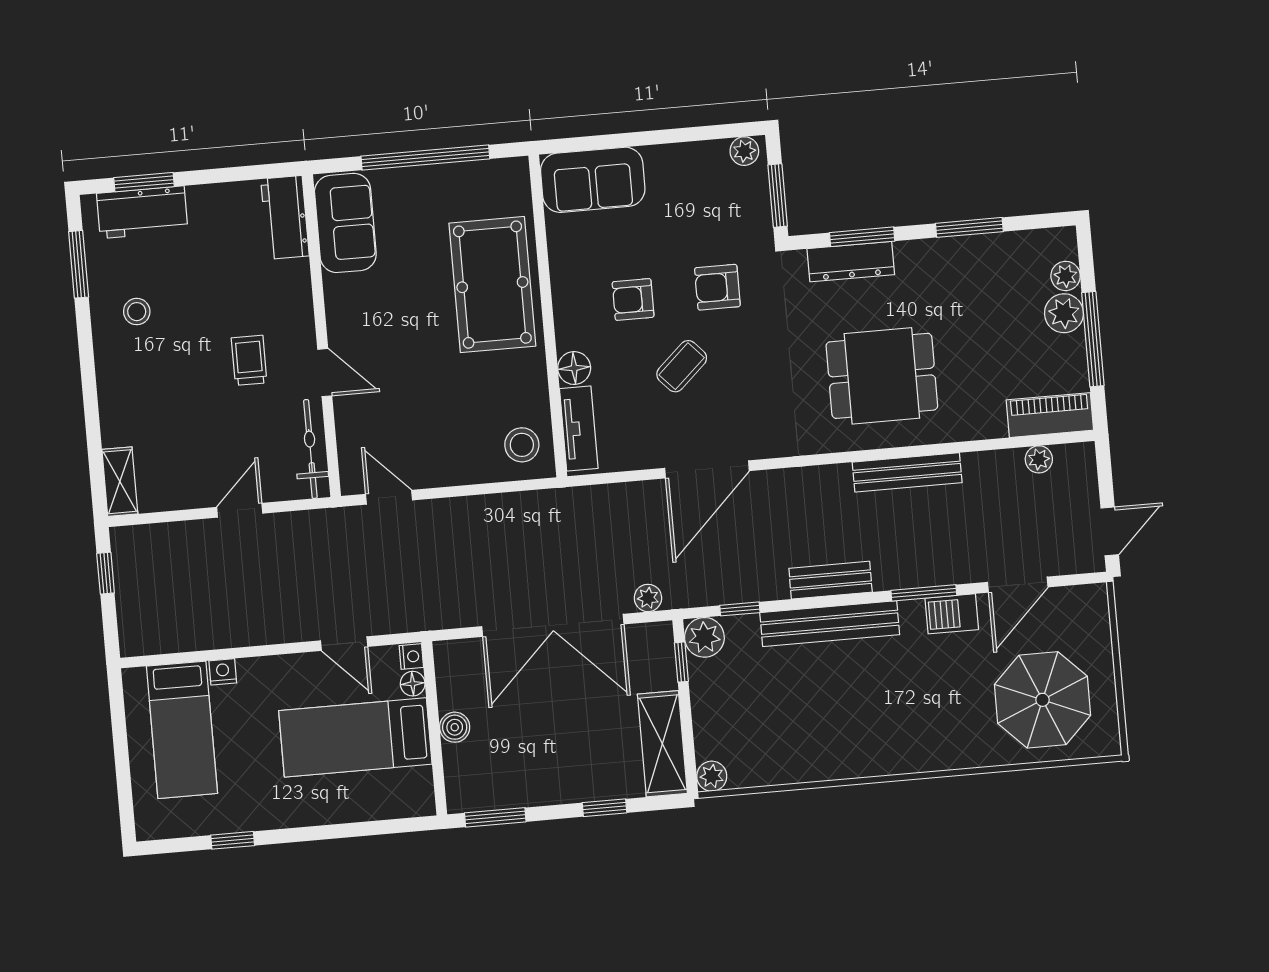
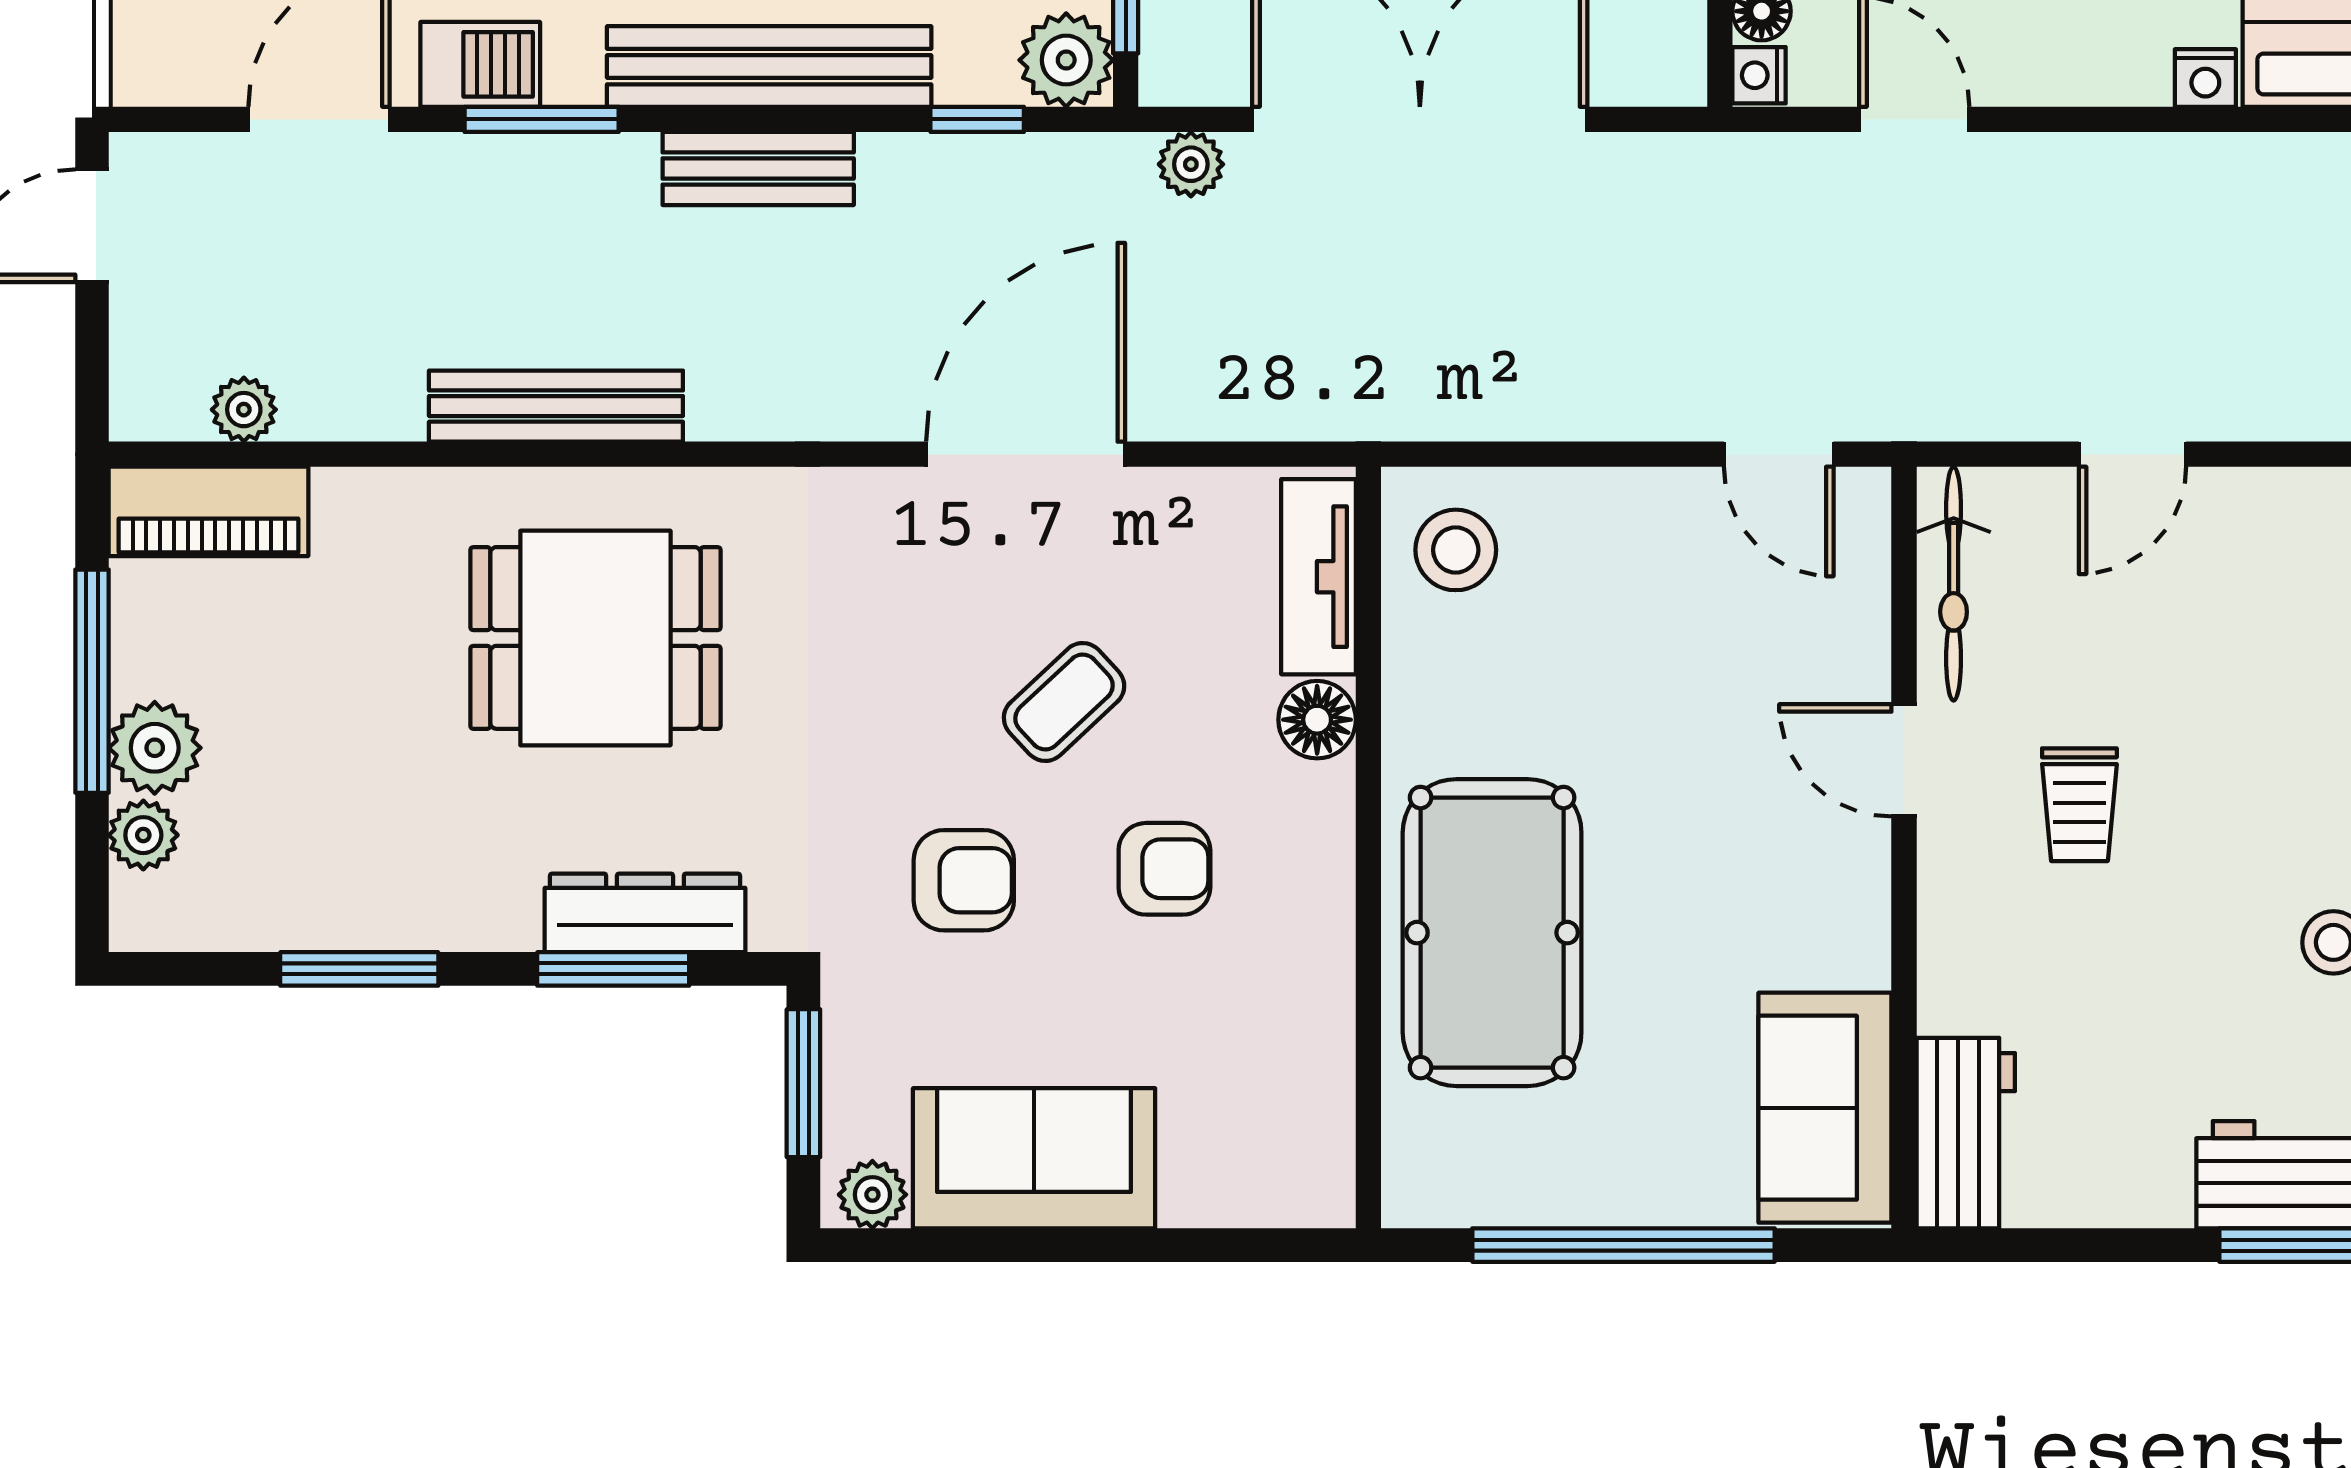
sofa: (593, 180) -> (1034, 1158), moved

